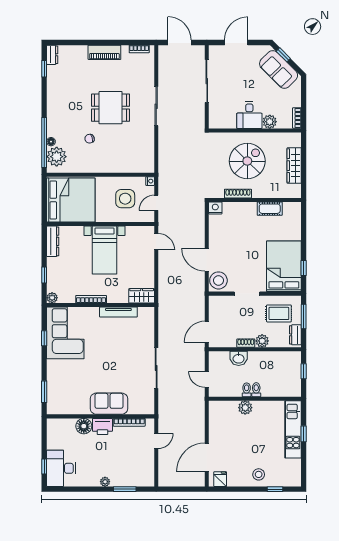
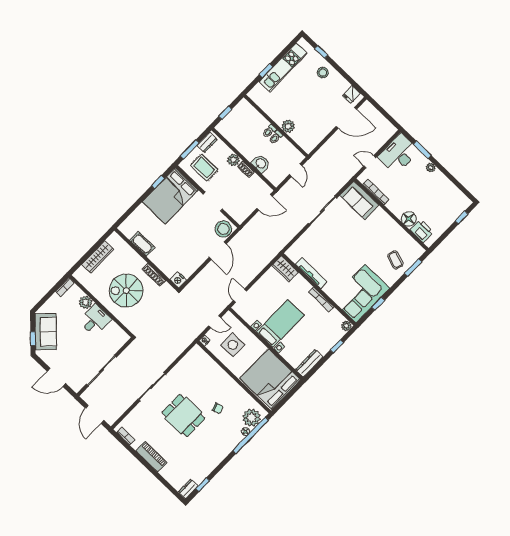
coffee table: (63, 385) -> (395, 260), added
sofa: (109, 404) -> (359, 200), moved
printer: (102, 426) -> (422, 231), moved
kitchen unit: (293, 429) -> (283, 67), moved
desk: (61, 468) -> (399, 154), moved, turned 180

